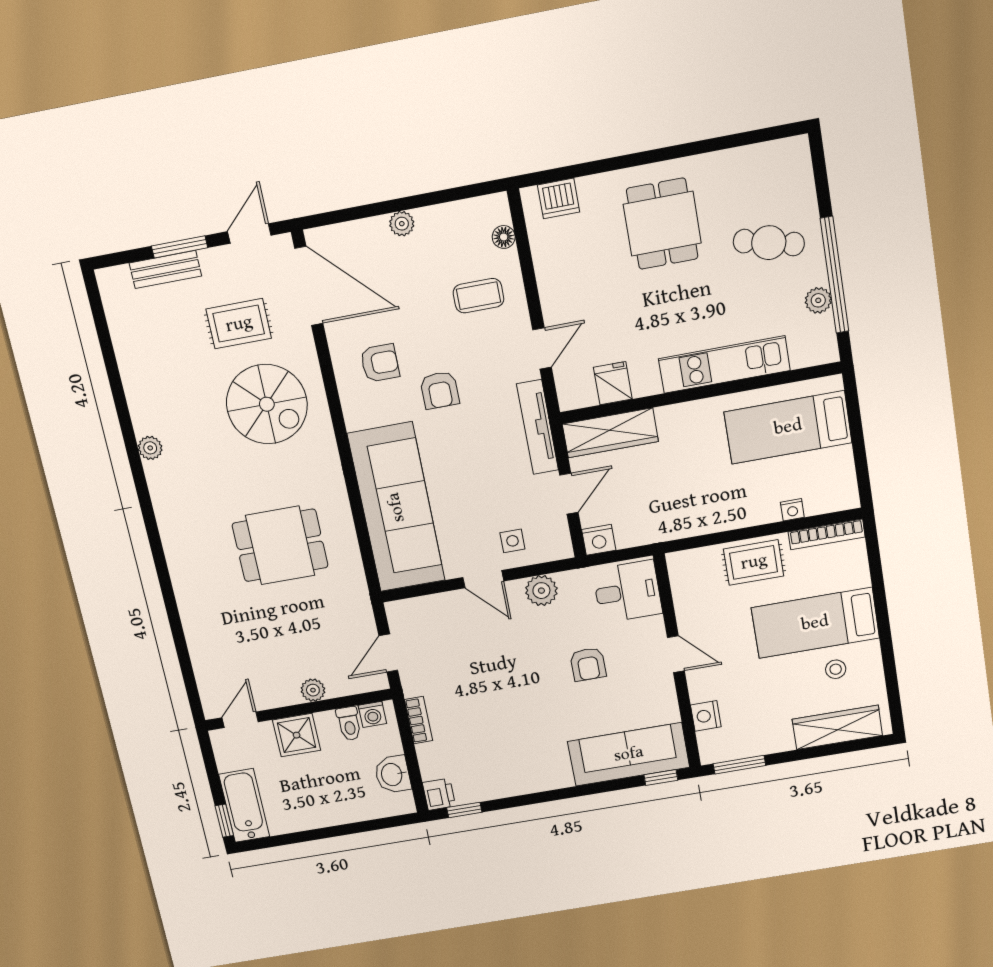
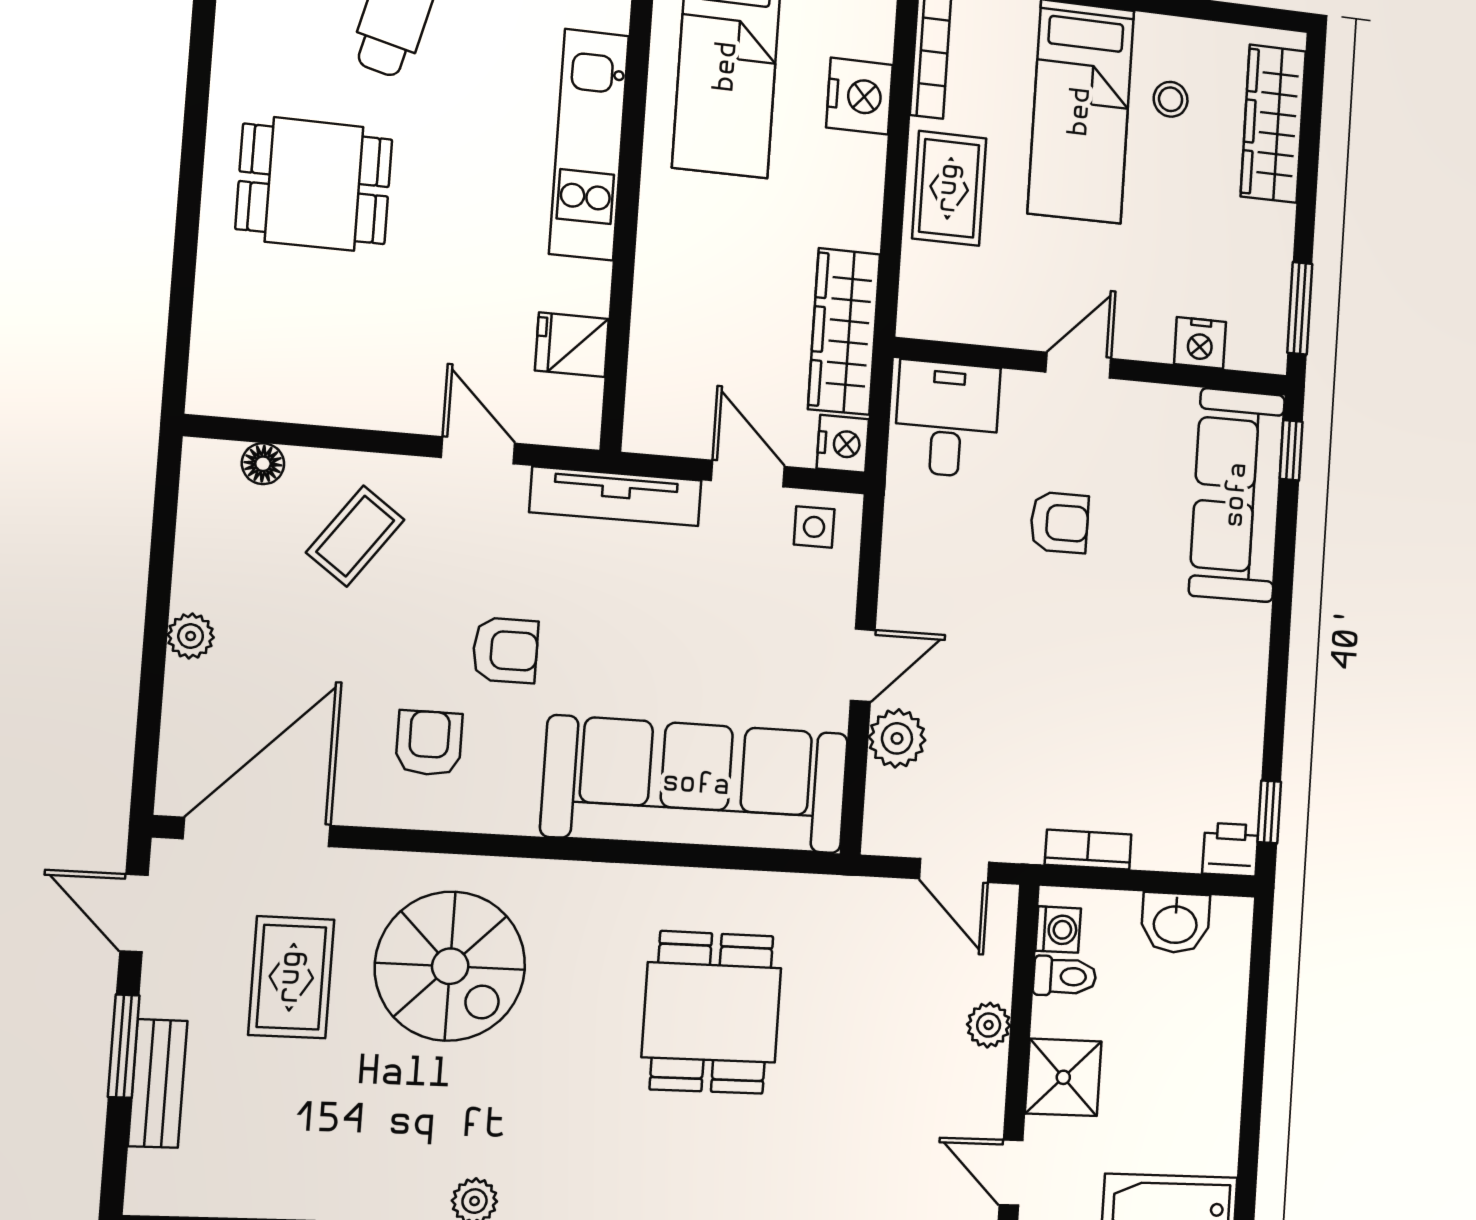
dishwasher: (559, 199) -> (221, 350), removed
coffee table: (478, 296) -> (355, 536), turned 36
spiral stairs: (267, 404) -> (450, 966), turned 90
wardrobe: (610, 433) -> (844, 332), moved, turned 180
nightstand: (792, 510) -> (859, 96), width x1.89, depth x1.79
side table: (512, 541) -> (814, 527), moved
plant: (541, 591) -> (897, 738), moved

